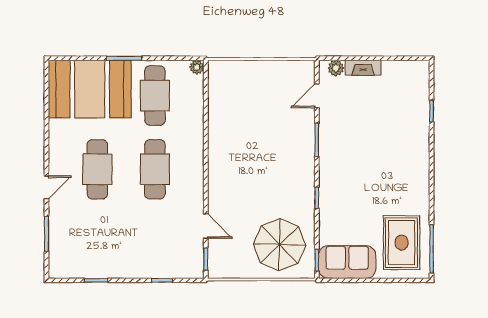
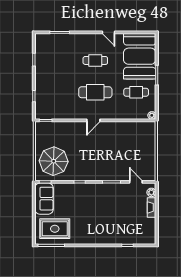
cafe table: (155, 96) -> (136, 92), width x0.73, depth x0.74
cafe table: (97, 169) -> (95, 60), width x0.73, depth x0.74
door: (47, 187) -> (109, 32), moved
door: (206, 226) -> (93, 120), moved

